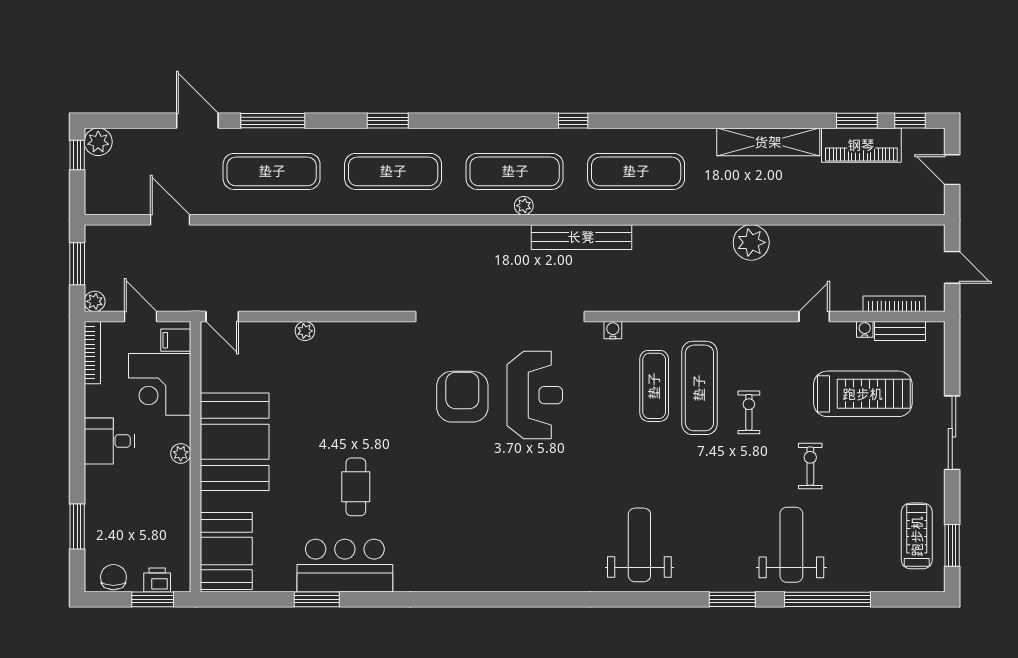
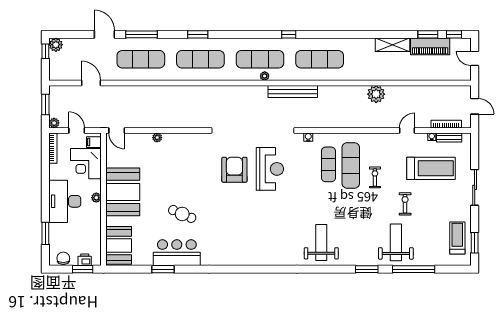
shelving: (768, 142) -> (392, 45), width x0.68
desk: (109, 441) -> (65, 201), width x1.87, depth x1.30
cafe table: (356, 487) -> (182, 214), turned -67

